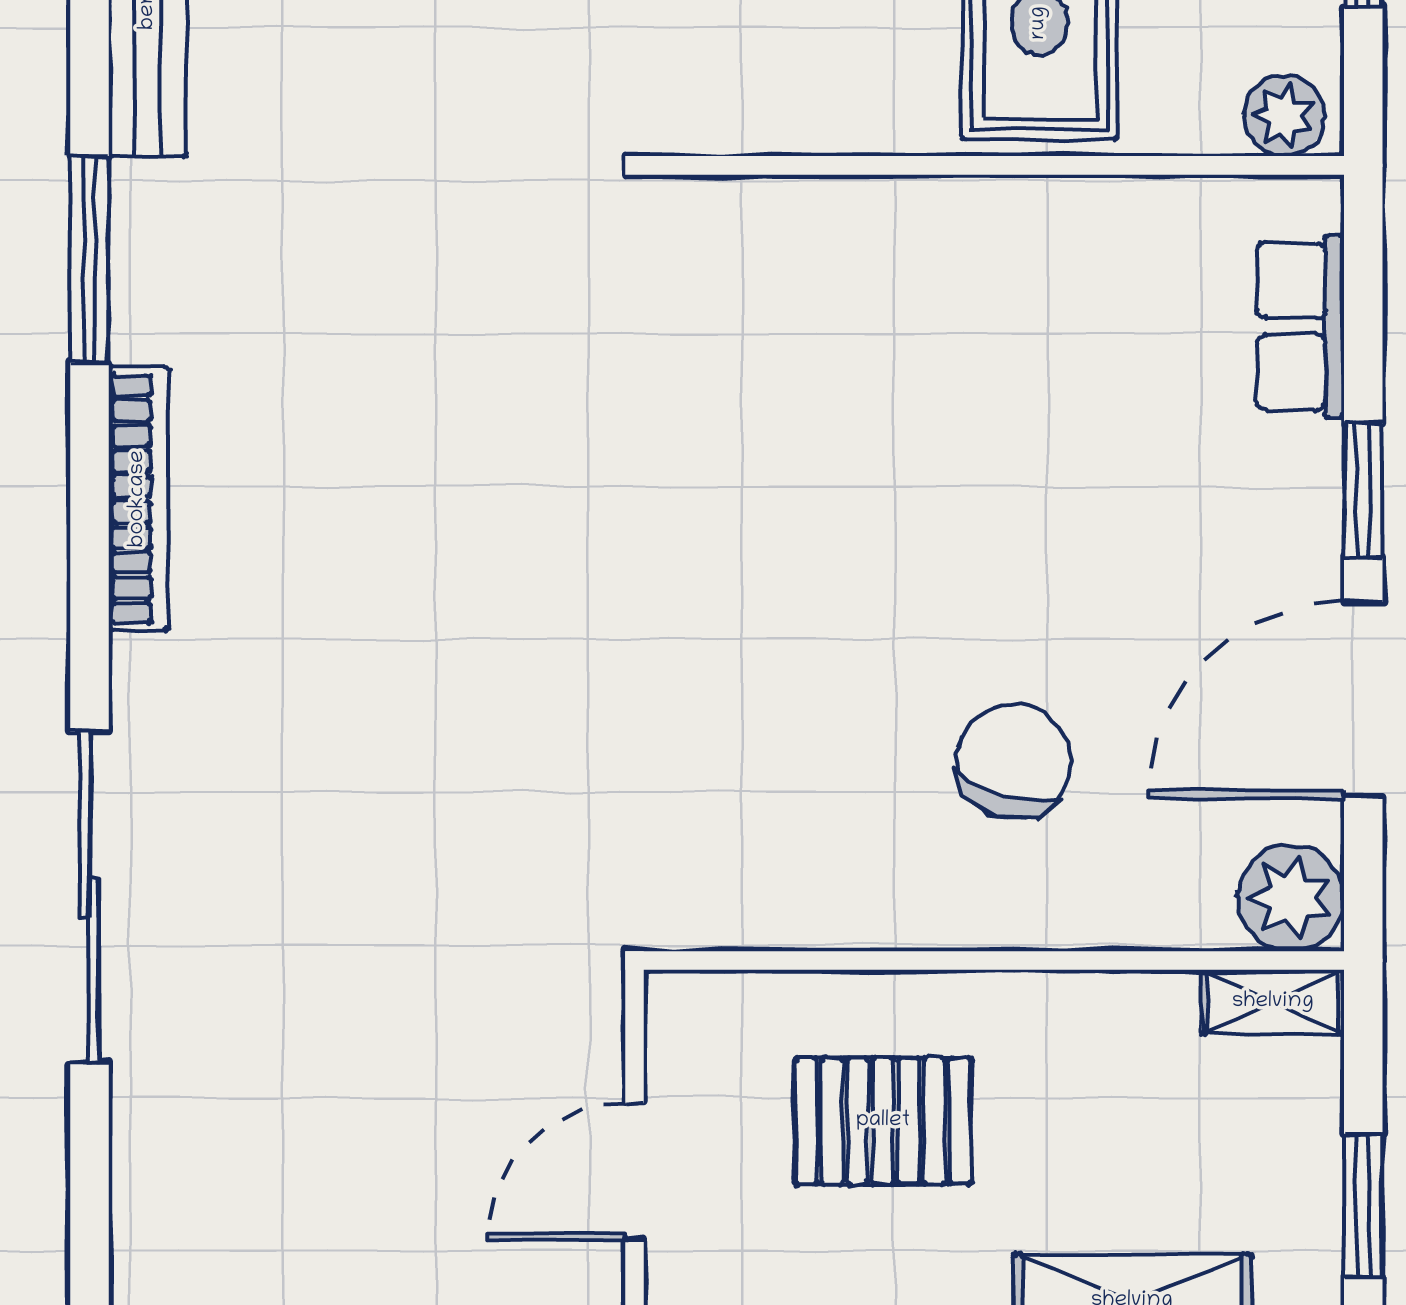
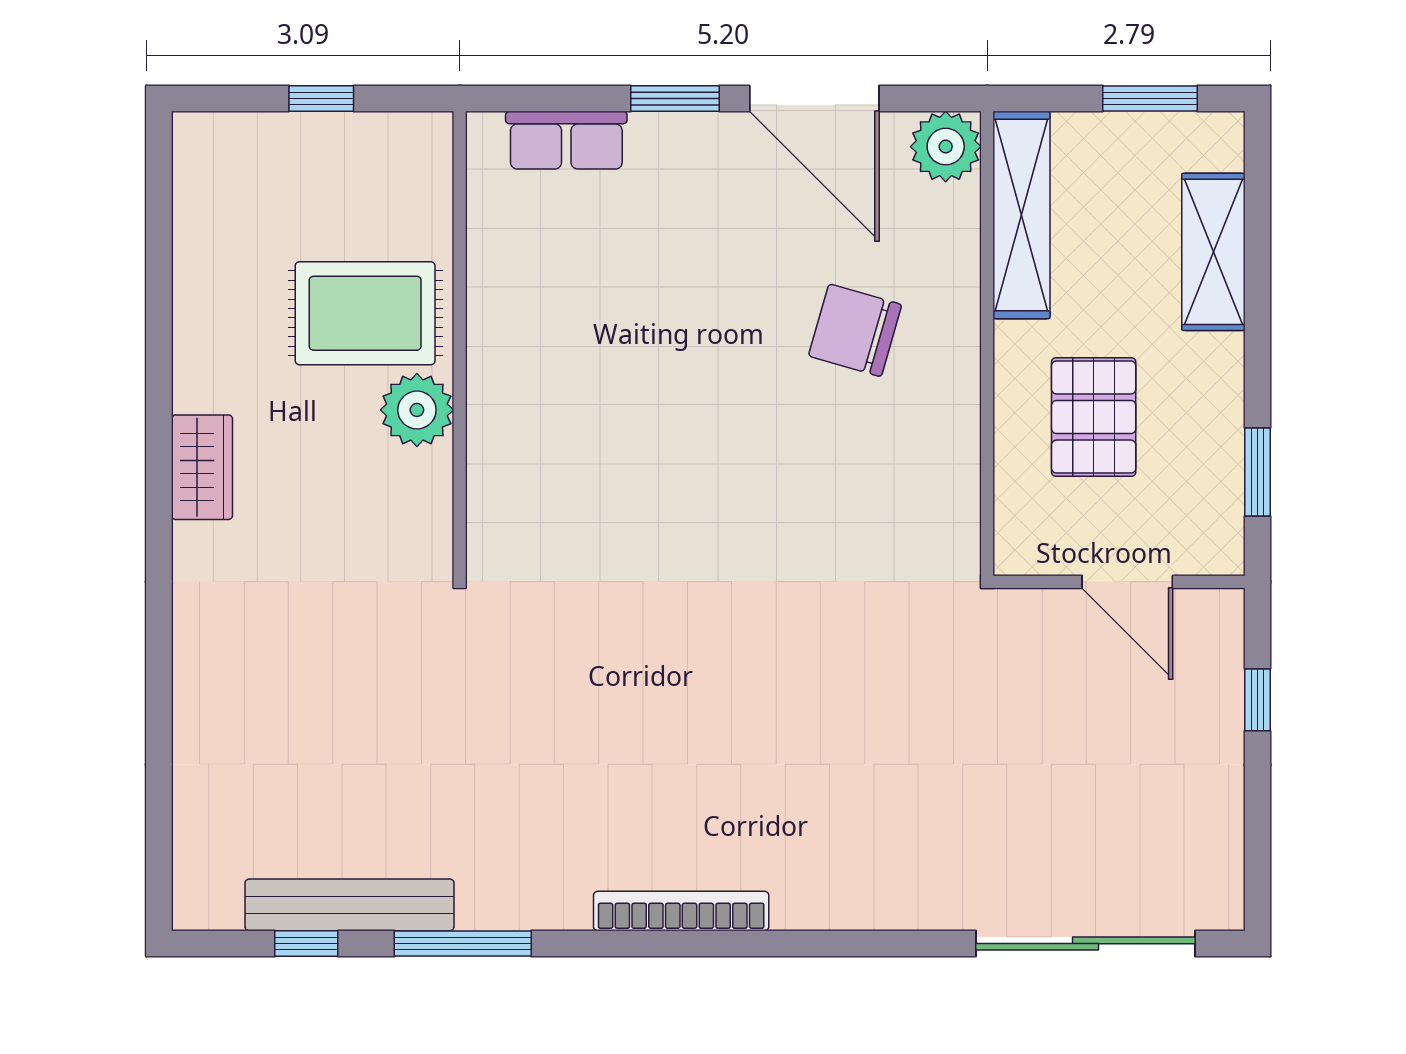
plant: (1284, 116) -> (417, 410), moved, width x1.36, depth x1.36
window: (89, 259) -> (463, 944), moved
sliding door: (89, 897) -> (1086, 944), moved
shelving: (1273, 1002) -> (1022, 215), width x2.20, depth x1.33

